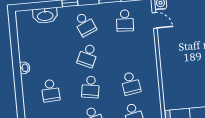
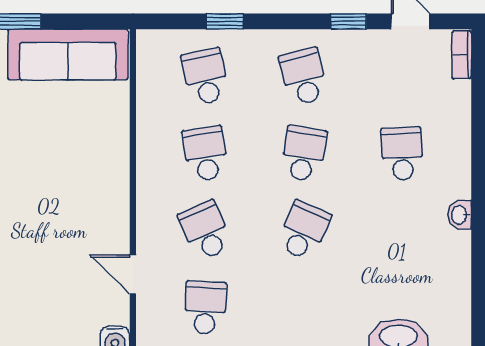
door: (155, 20) -> (133, 274), moved
school desk: (85, 24) -> (205, 231), moved

